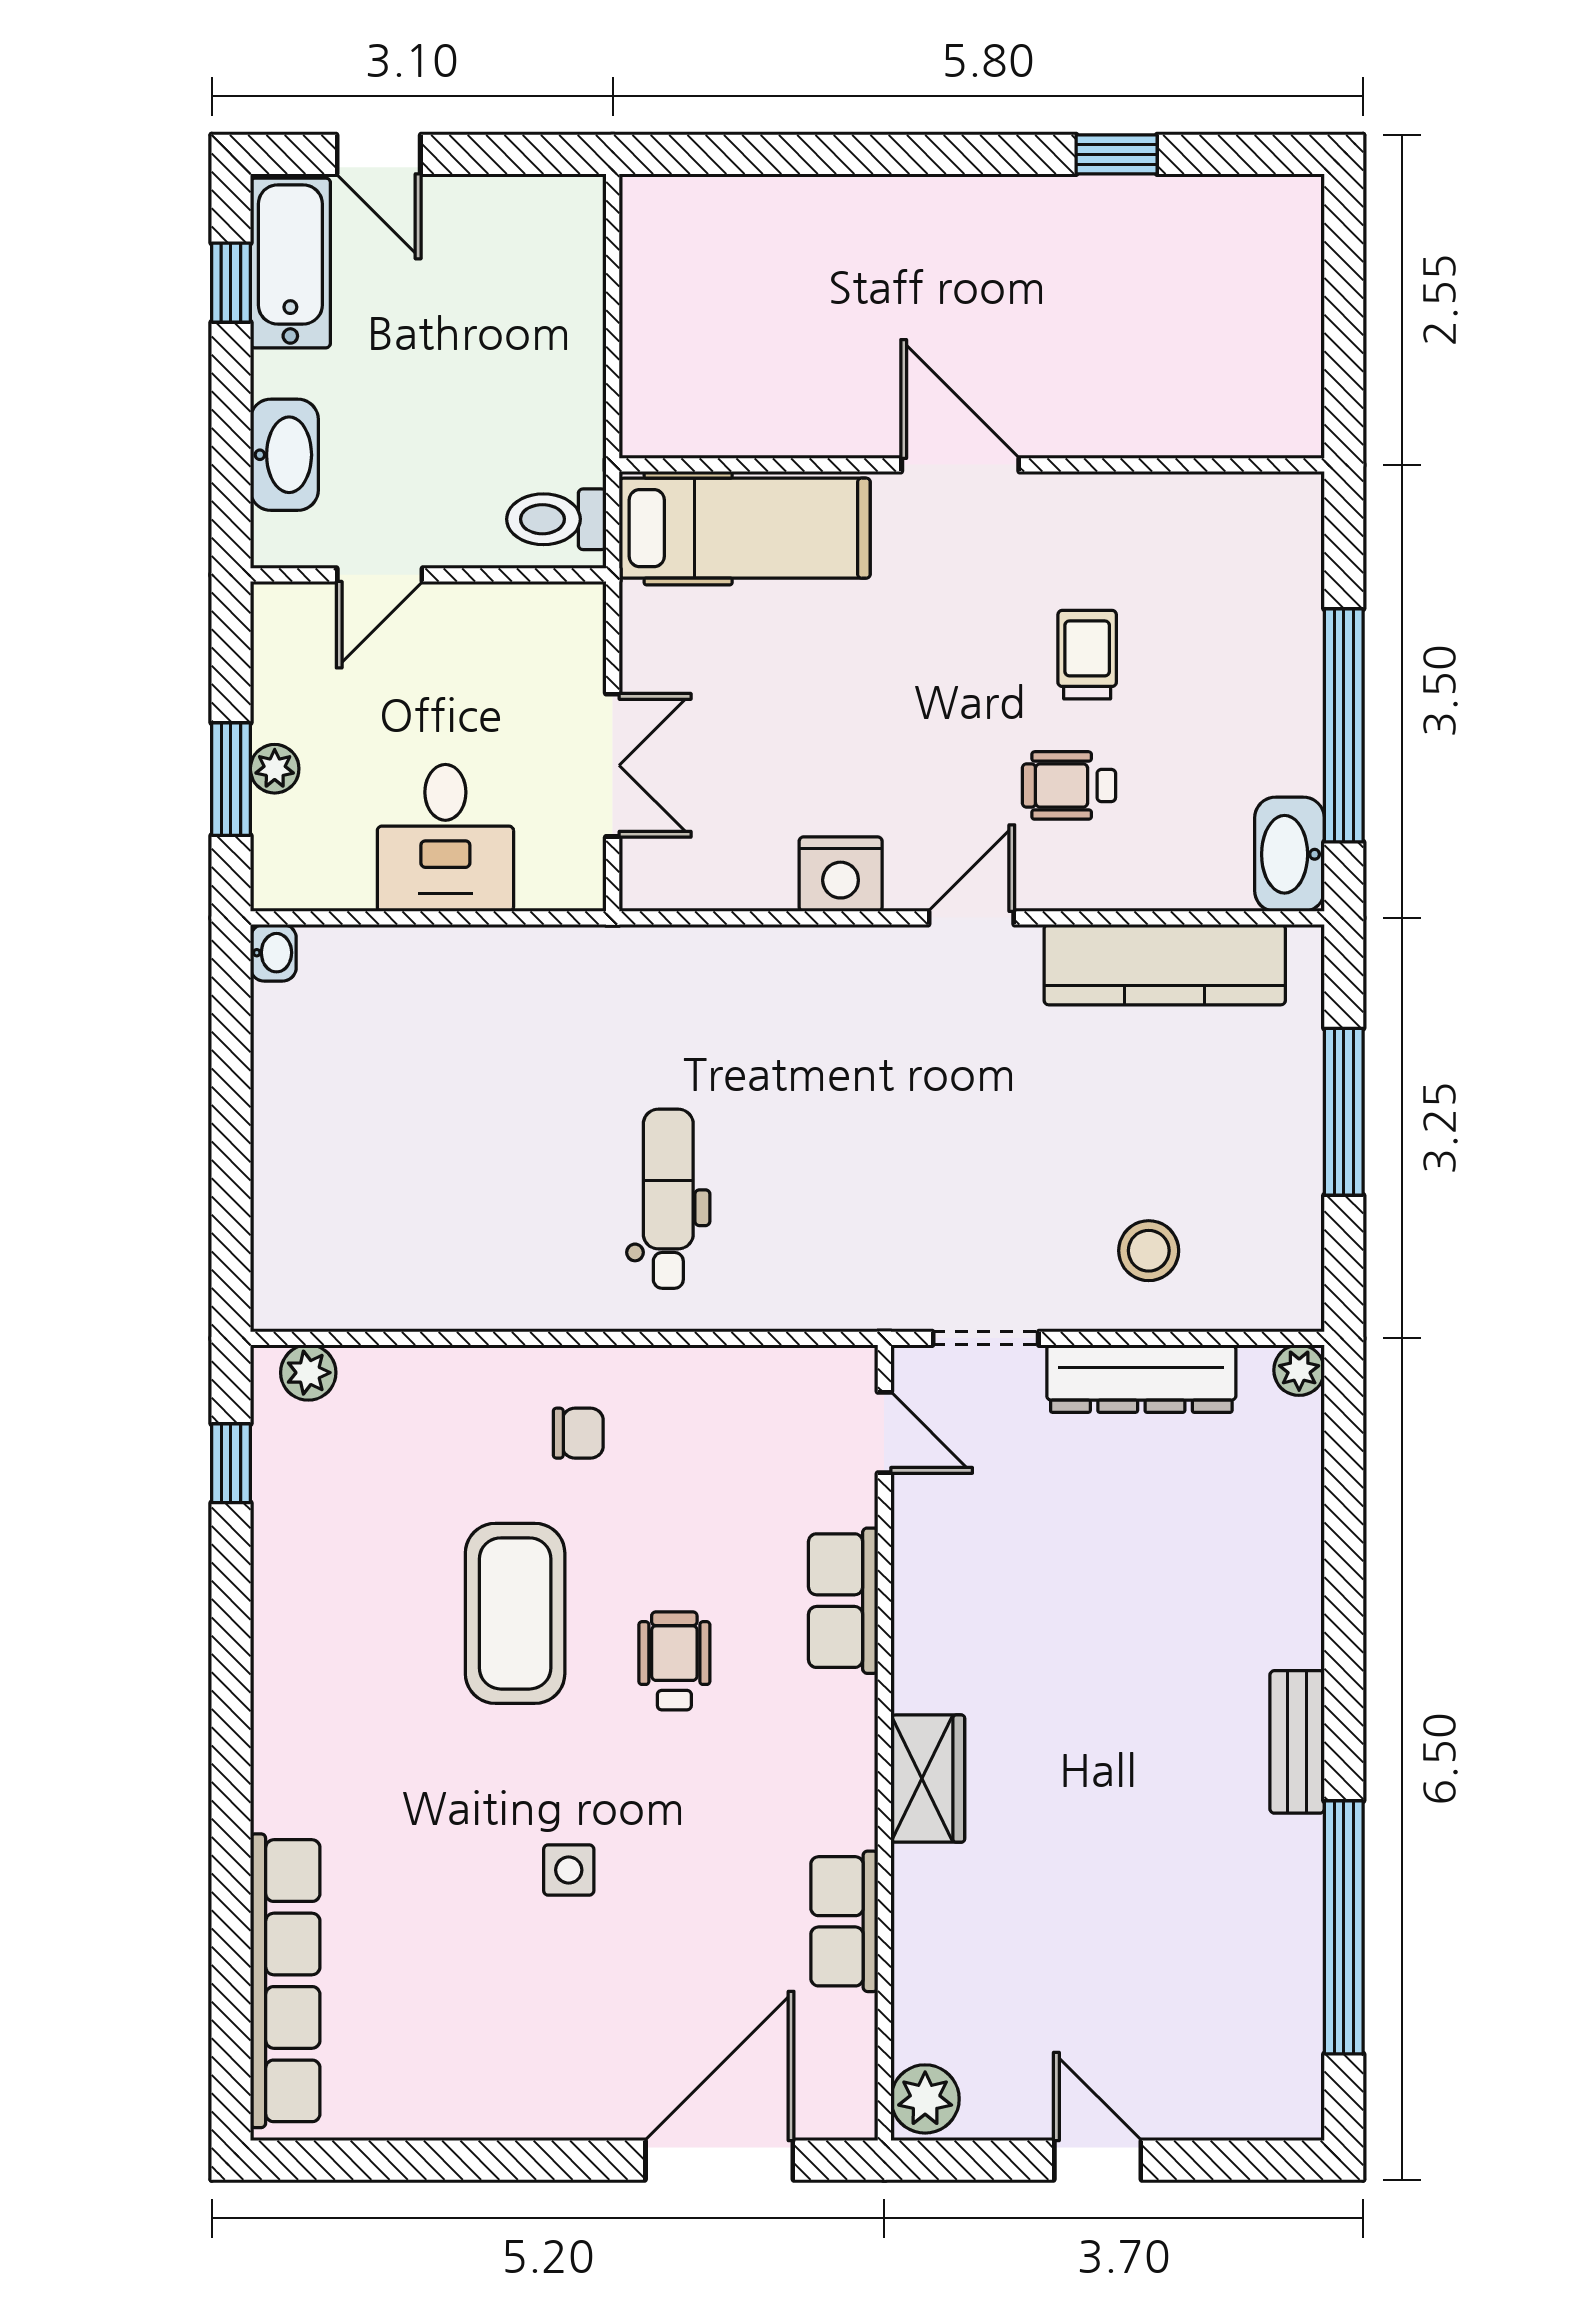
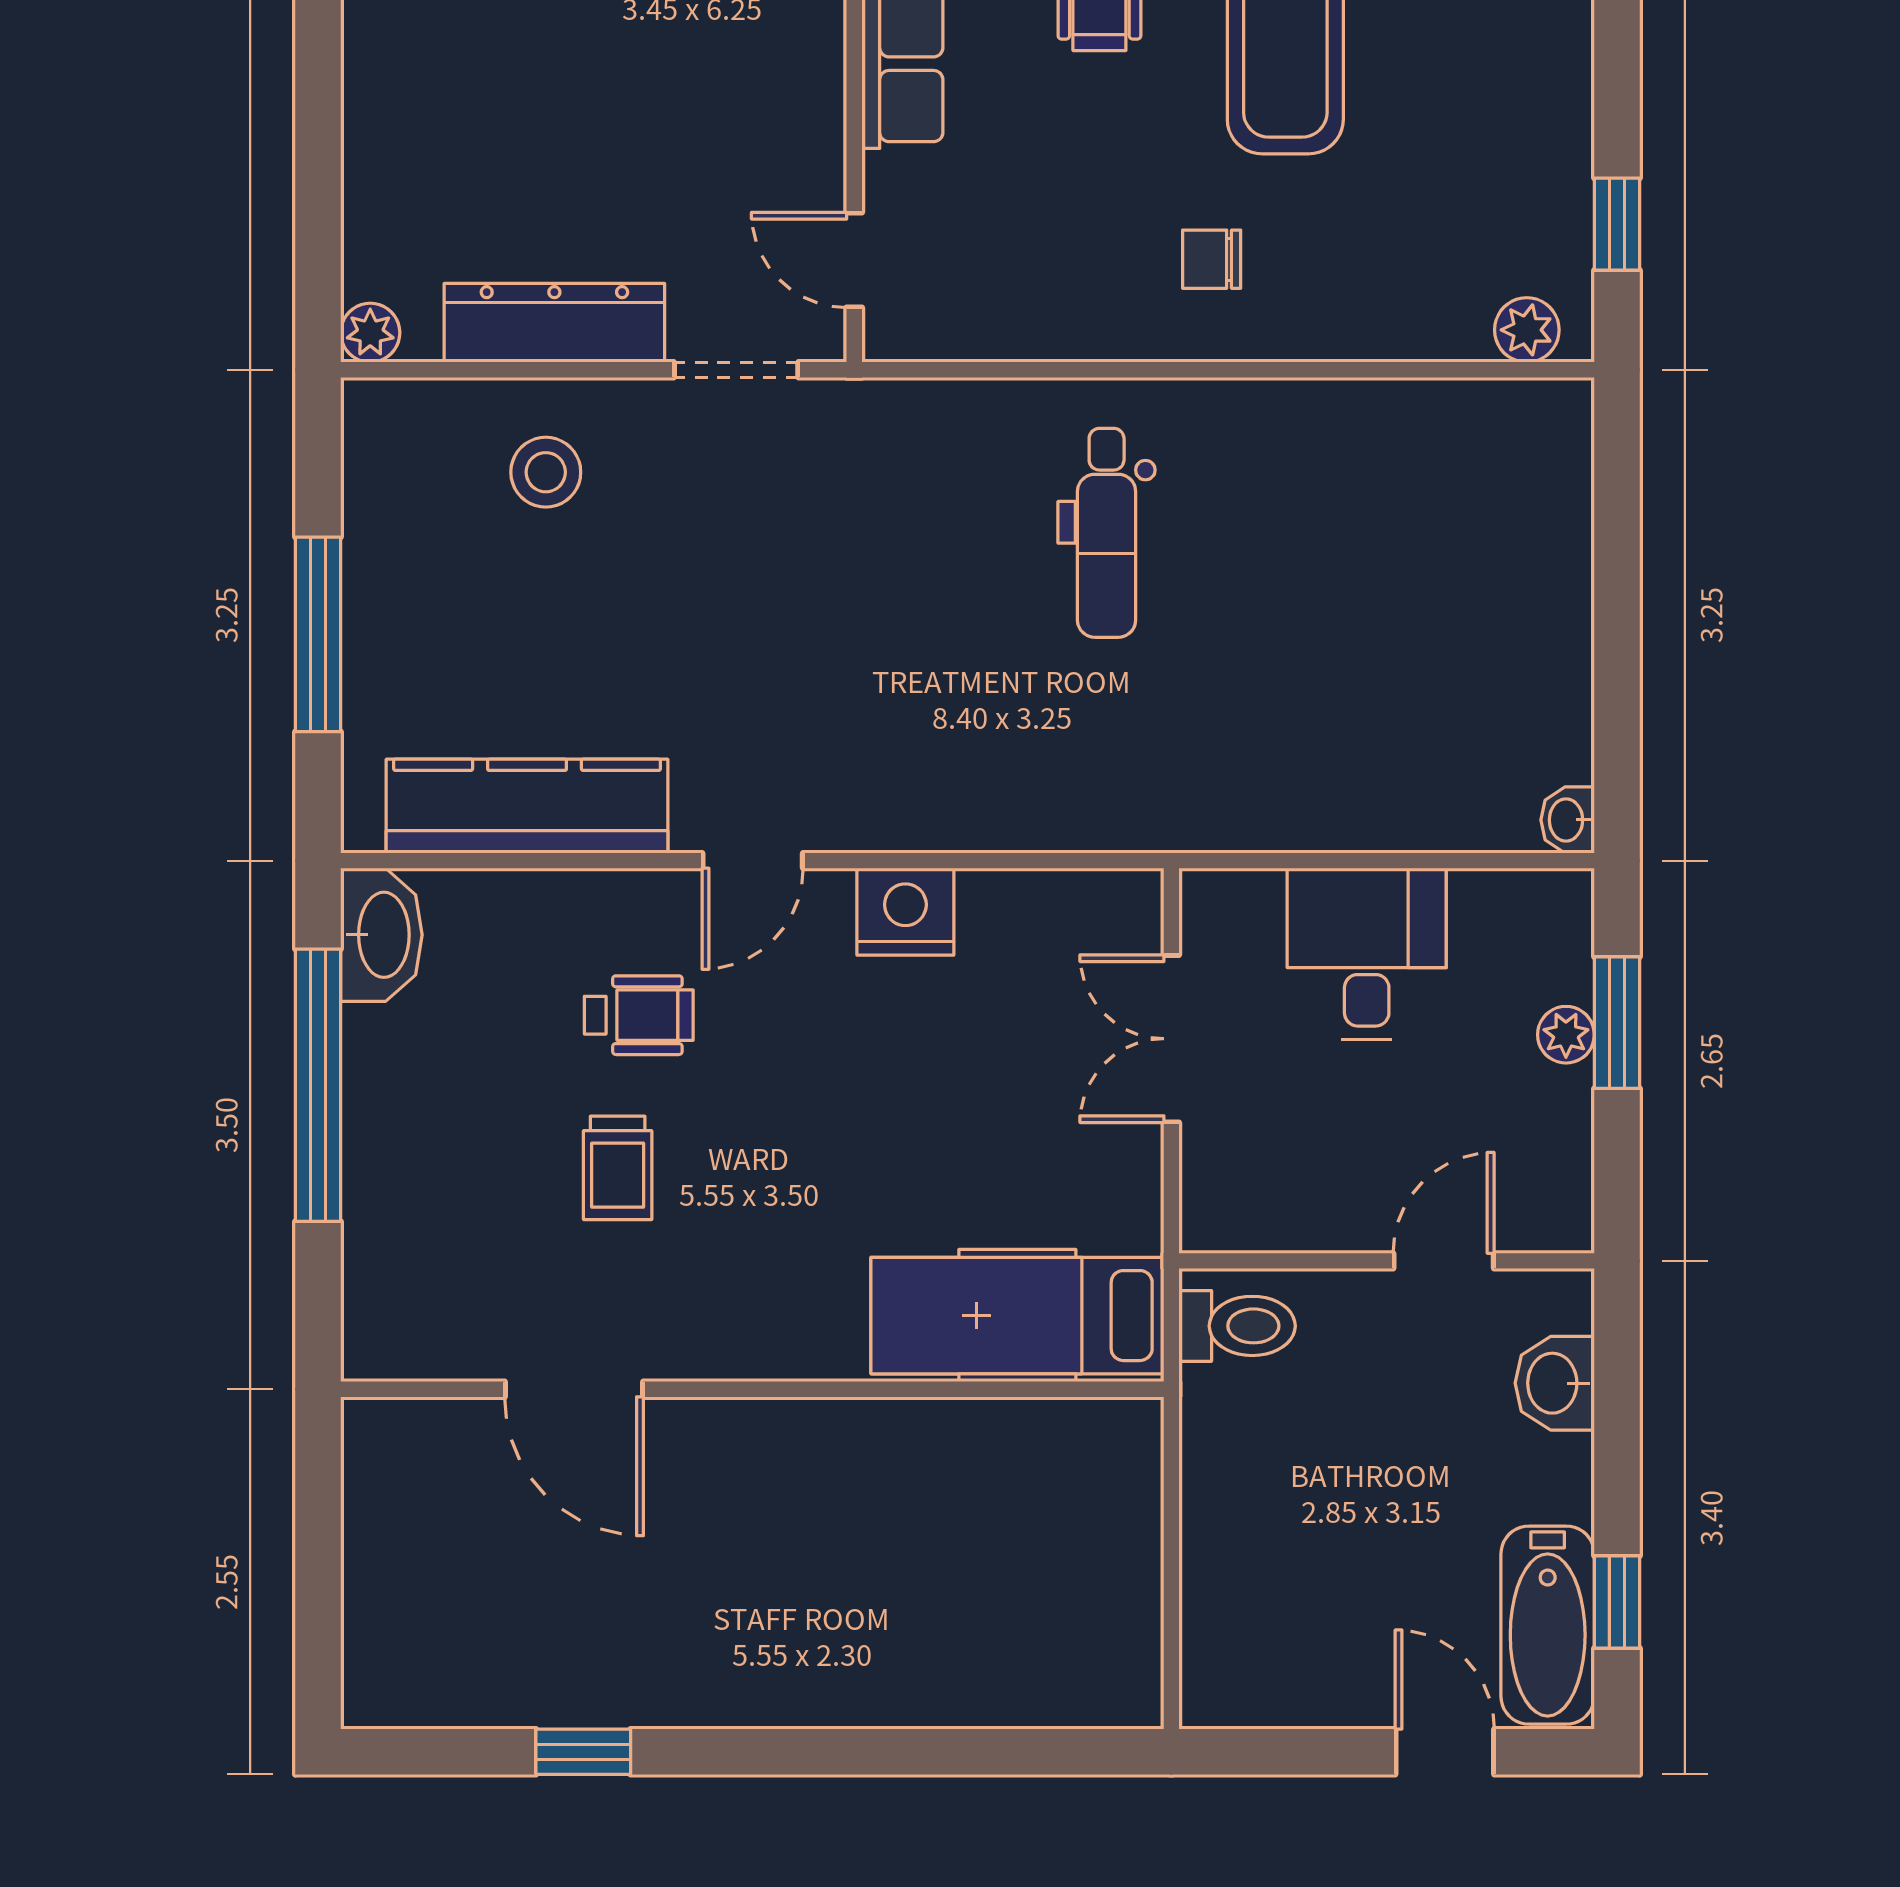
washbasin: (284, 455) -> (1555, 1383), width x0.72
door: (960, 465) -> (574, 1389), moved

